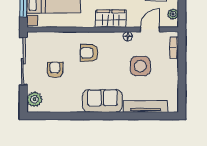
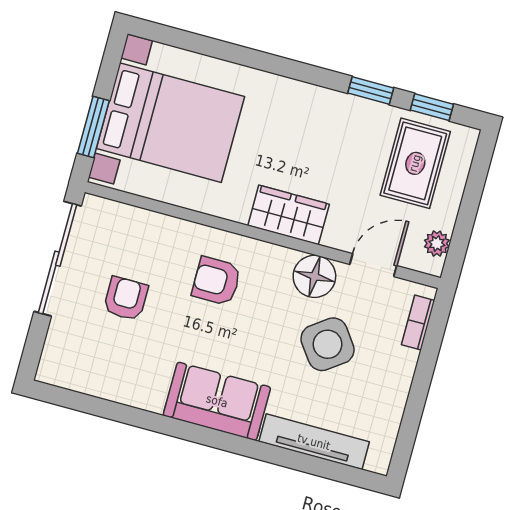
floor lamp: (128, 36) -> (314, 276), width x1.89, depth x1.89
side table: (140, 66) -> (328, 344), turned -36
plant: (34, 99) -> (59, 355), removed

